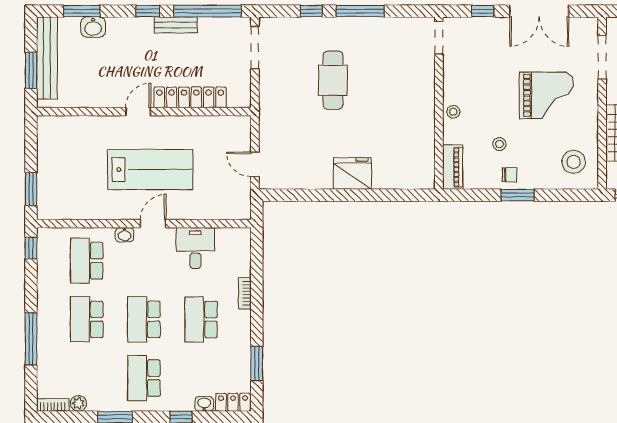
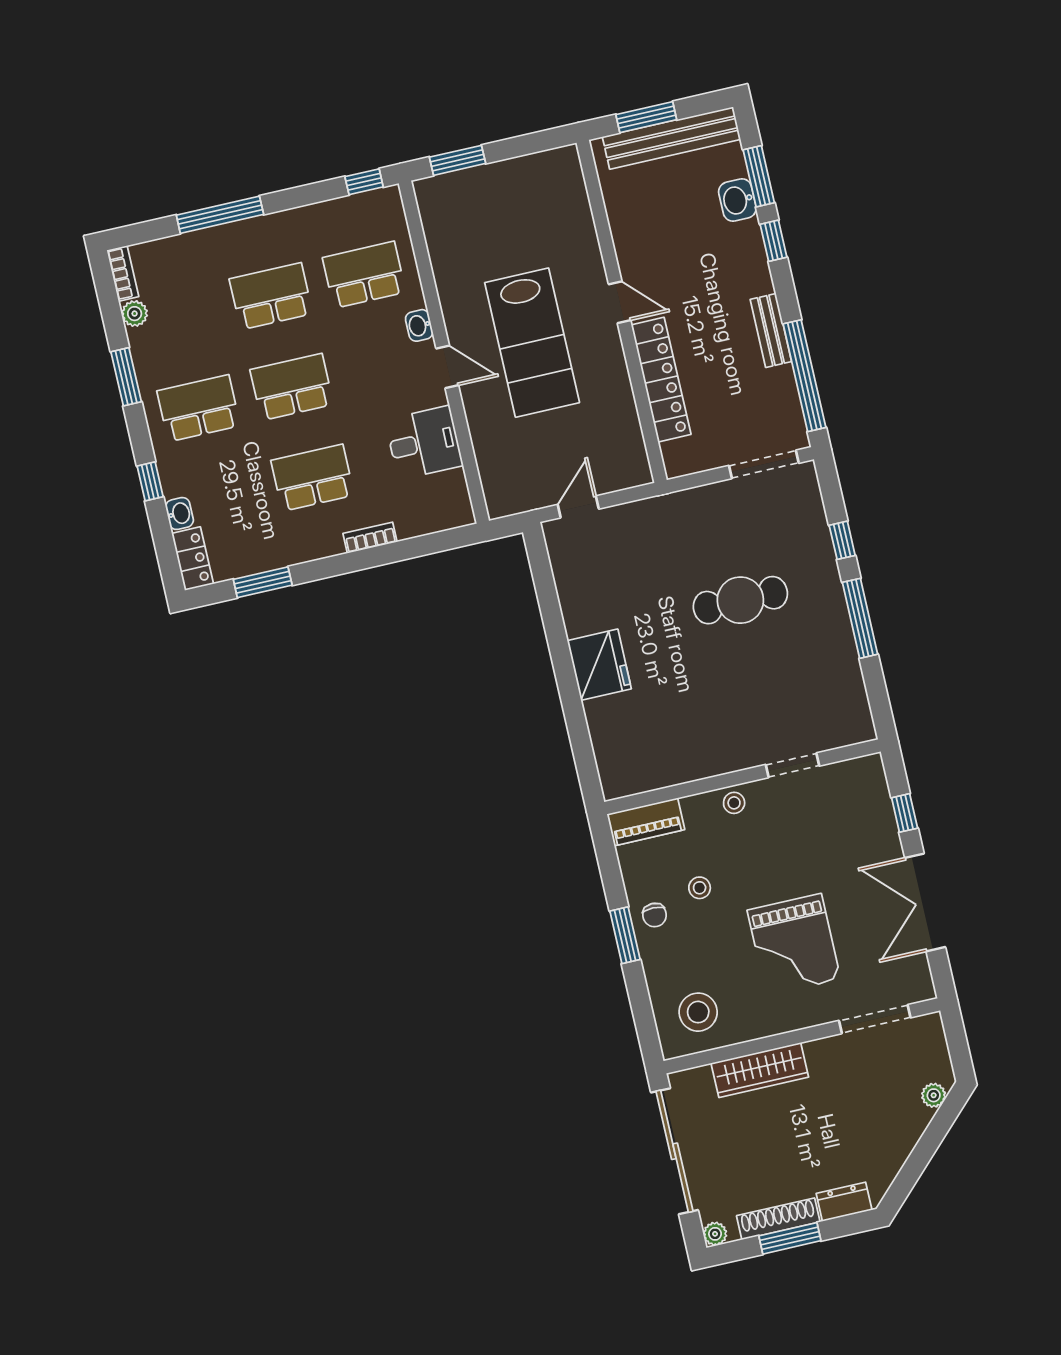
window: (148, 11) -> (774, 241), moved
doorway: (439, 38) -> (792, 765), moved

